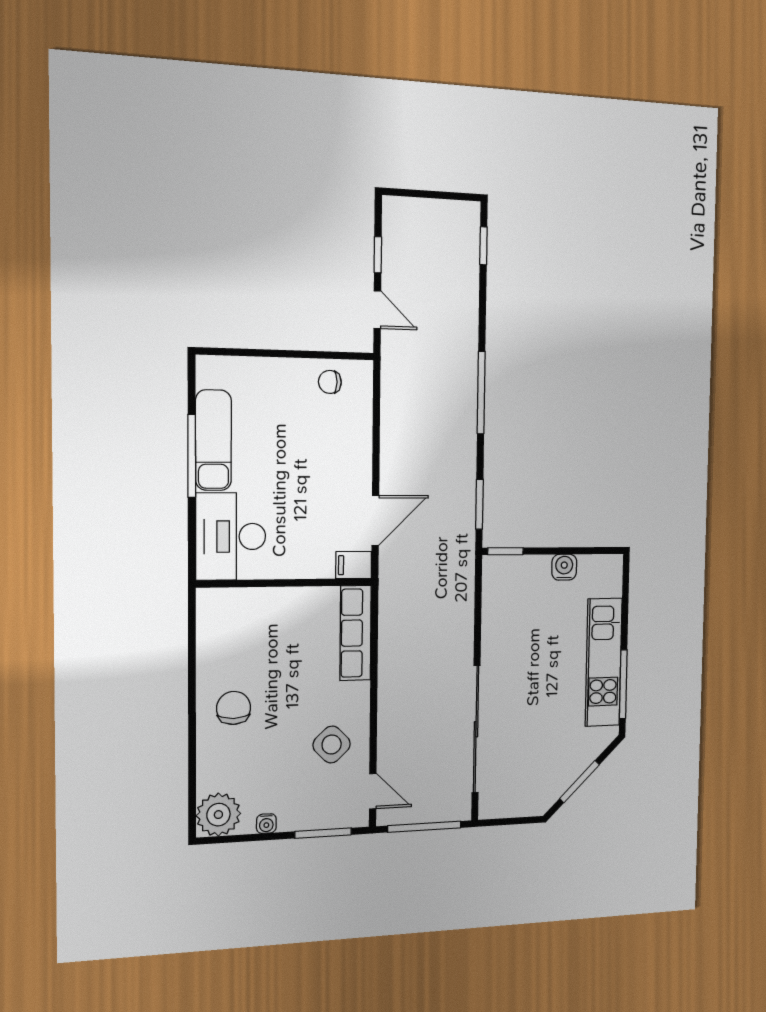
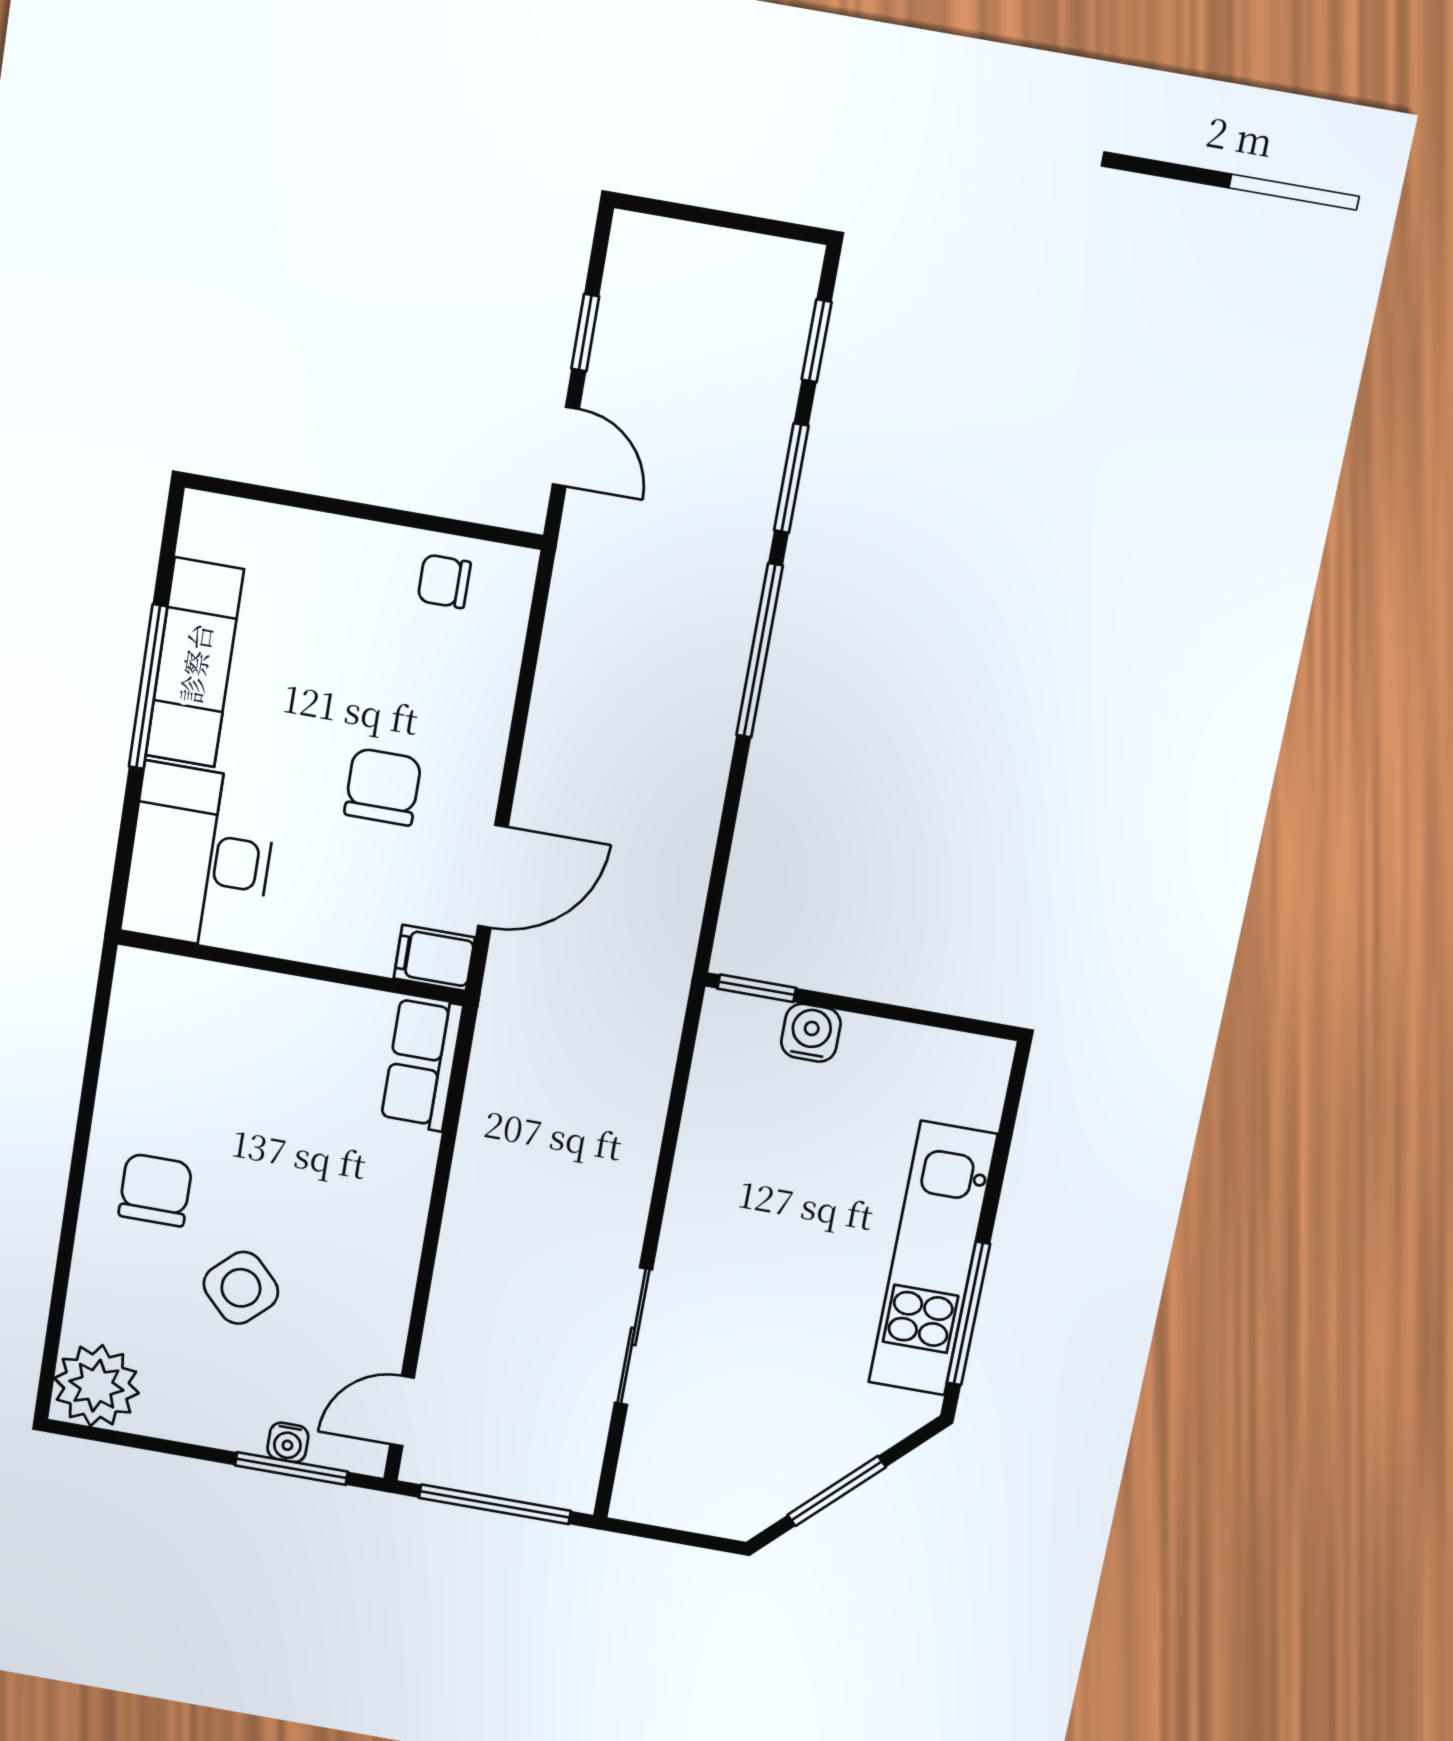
chair: (316, 486) -> (383, 787), added
window: (479, 504) -> (791, 478), moved
water cooler: (564, 567) -> (811, 1033), moved
row of seats: (356, 633) -> (422, 1063), width x0.68
sliding door: (476, 729) -> (633, 1336), width x0.54
side table: (332, 744) -> (241, 1288), moved
door: (373, 791) -> (402, 1411), swing flipped
water cooler: (266, 824) -> (288, 1442), moved

